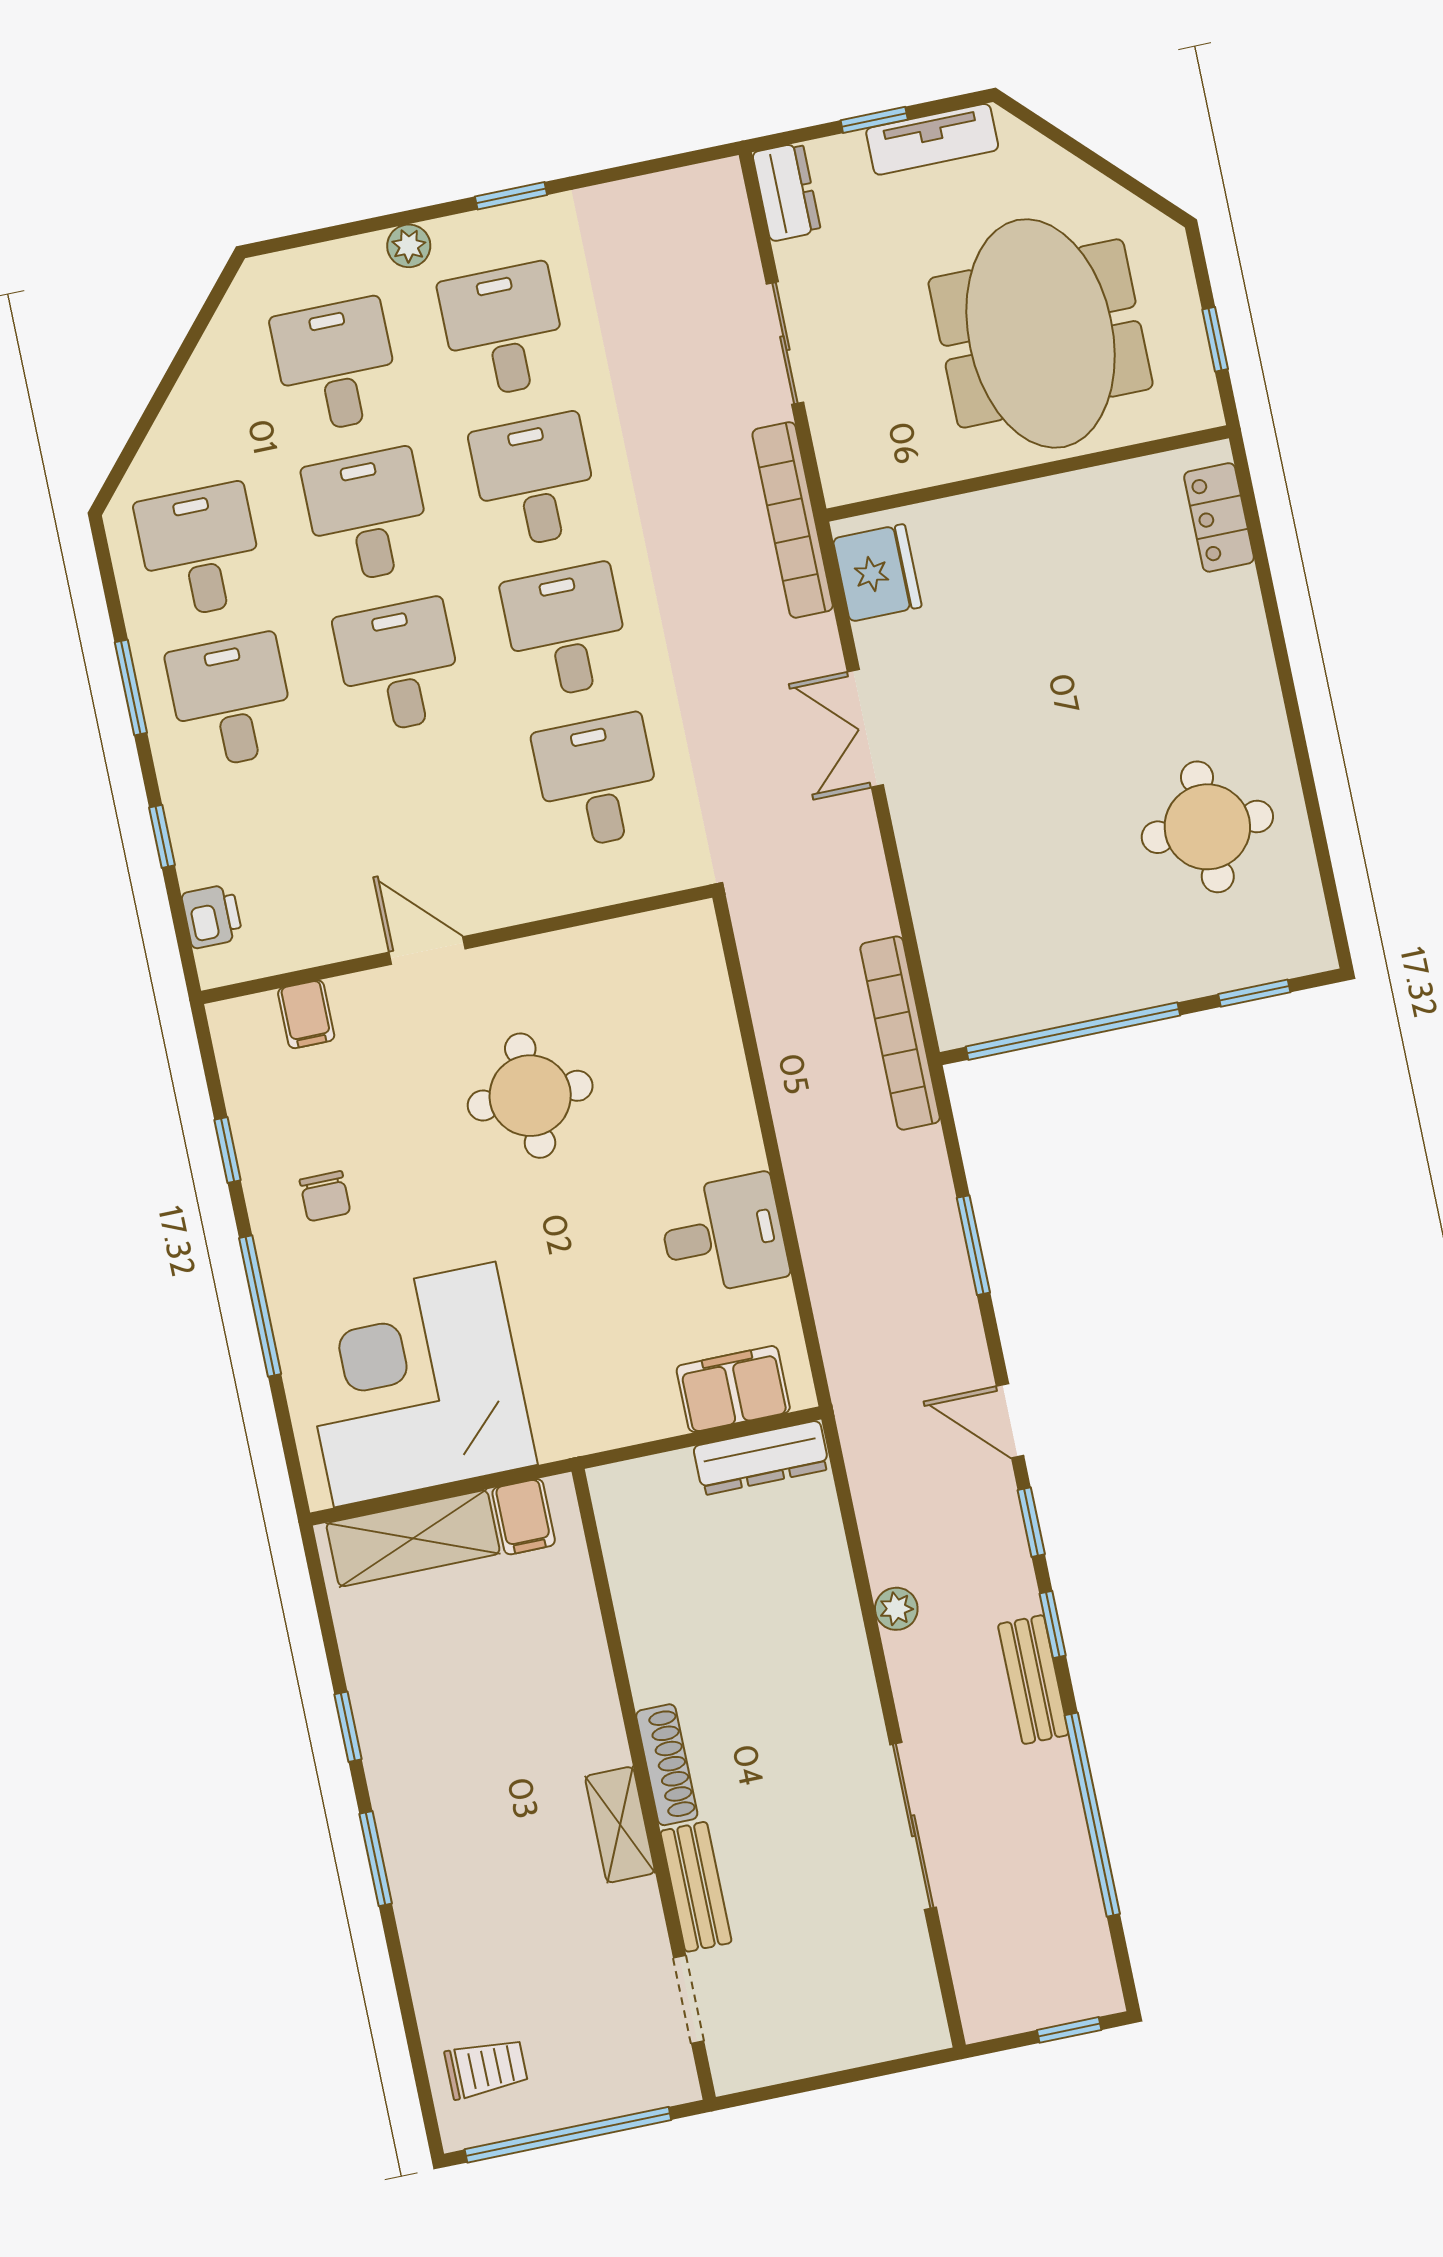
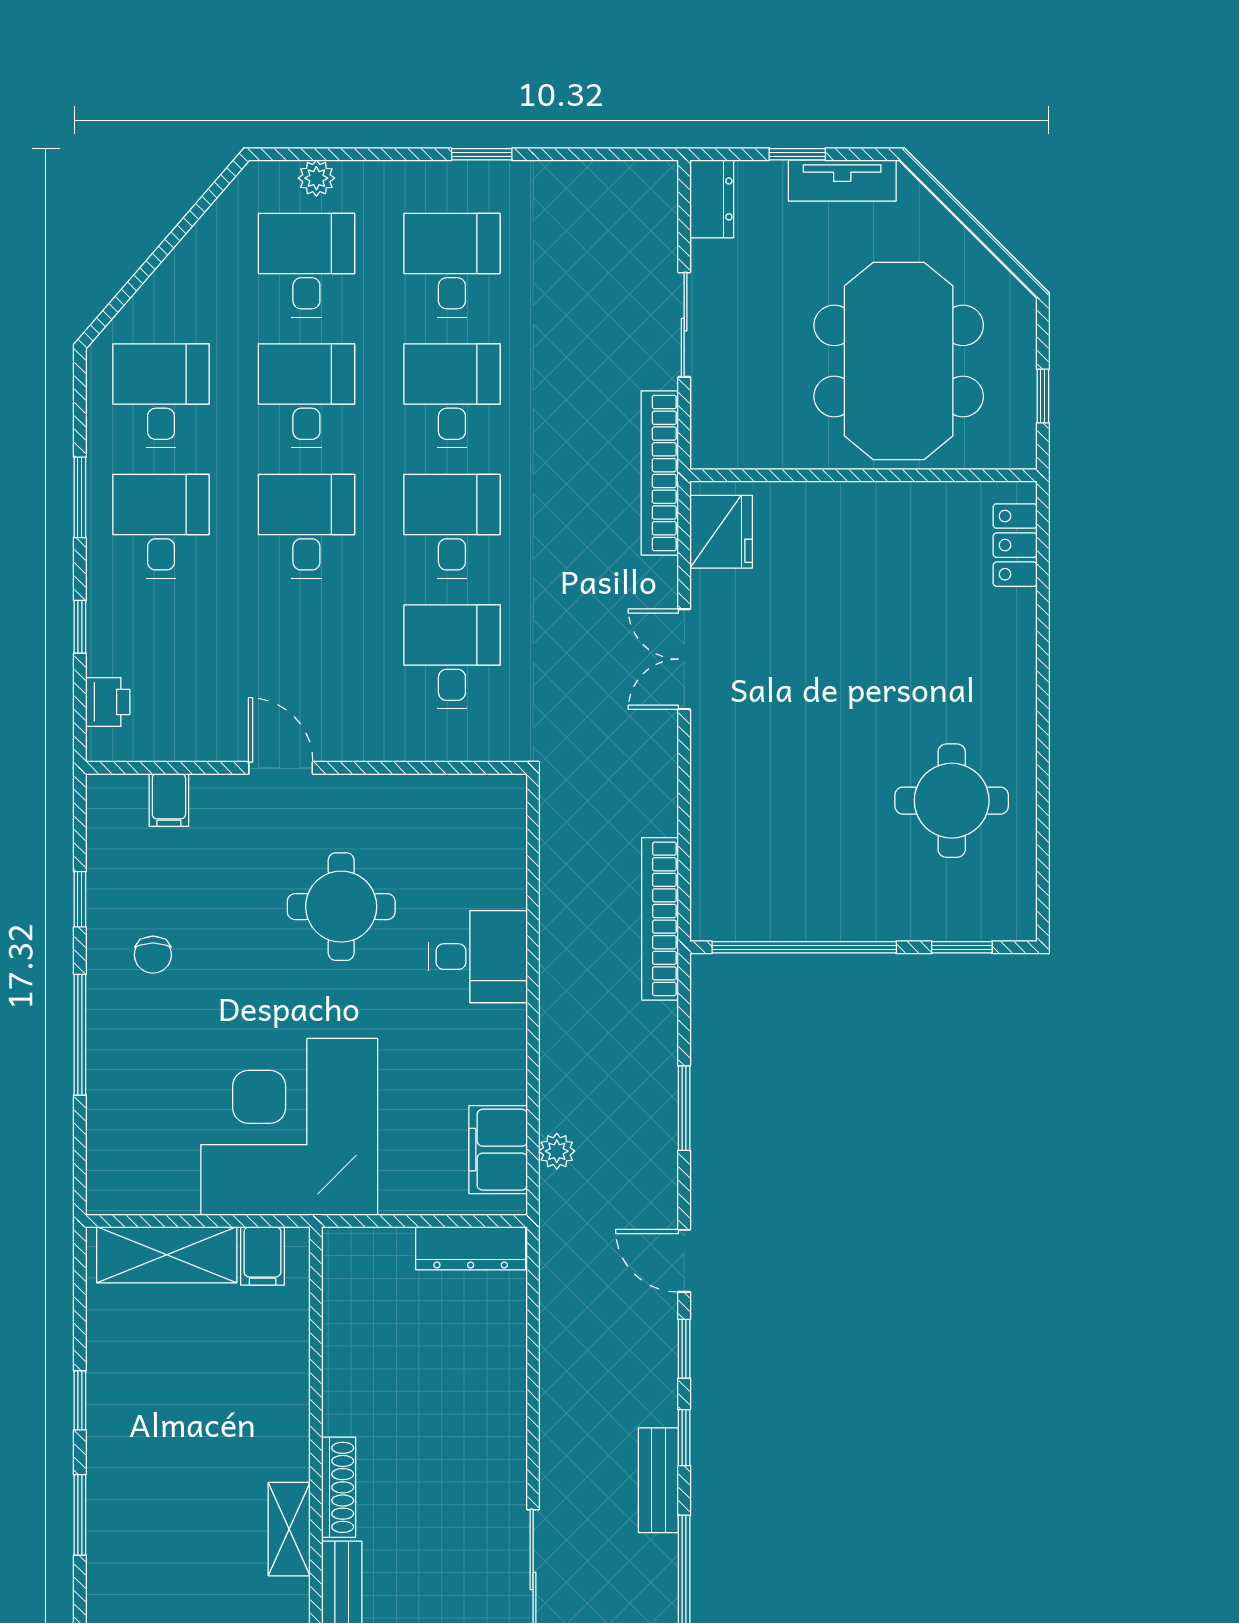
plant: (409, 246) -> (316, 178), moved
desk: (723, 1235) -> (478, 957), moved
corner desk: (415, 1384) -> (289, 1127), moved
filing cabinet: (733, 1389) -> (498, 1150), moved, turned -90
plant: (896, 1609) -> (557, 1151), moved

